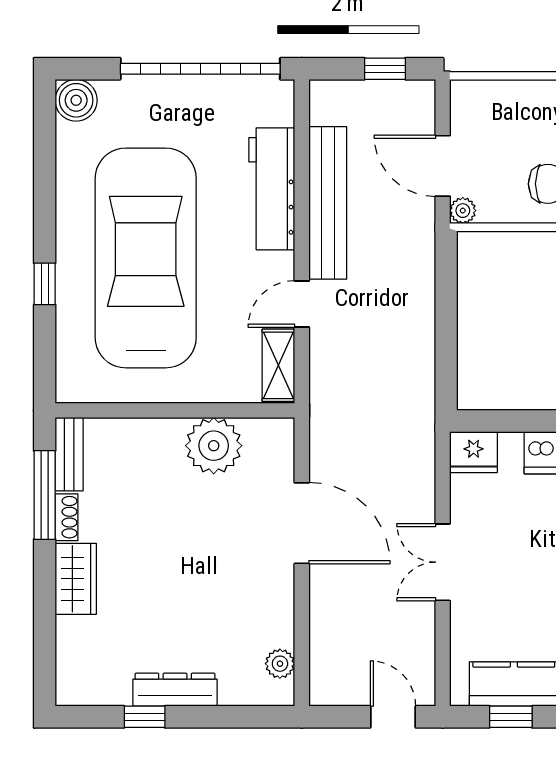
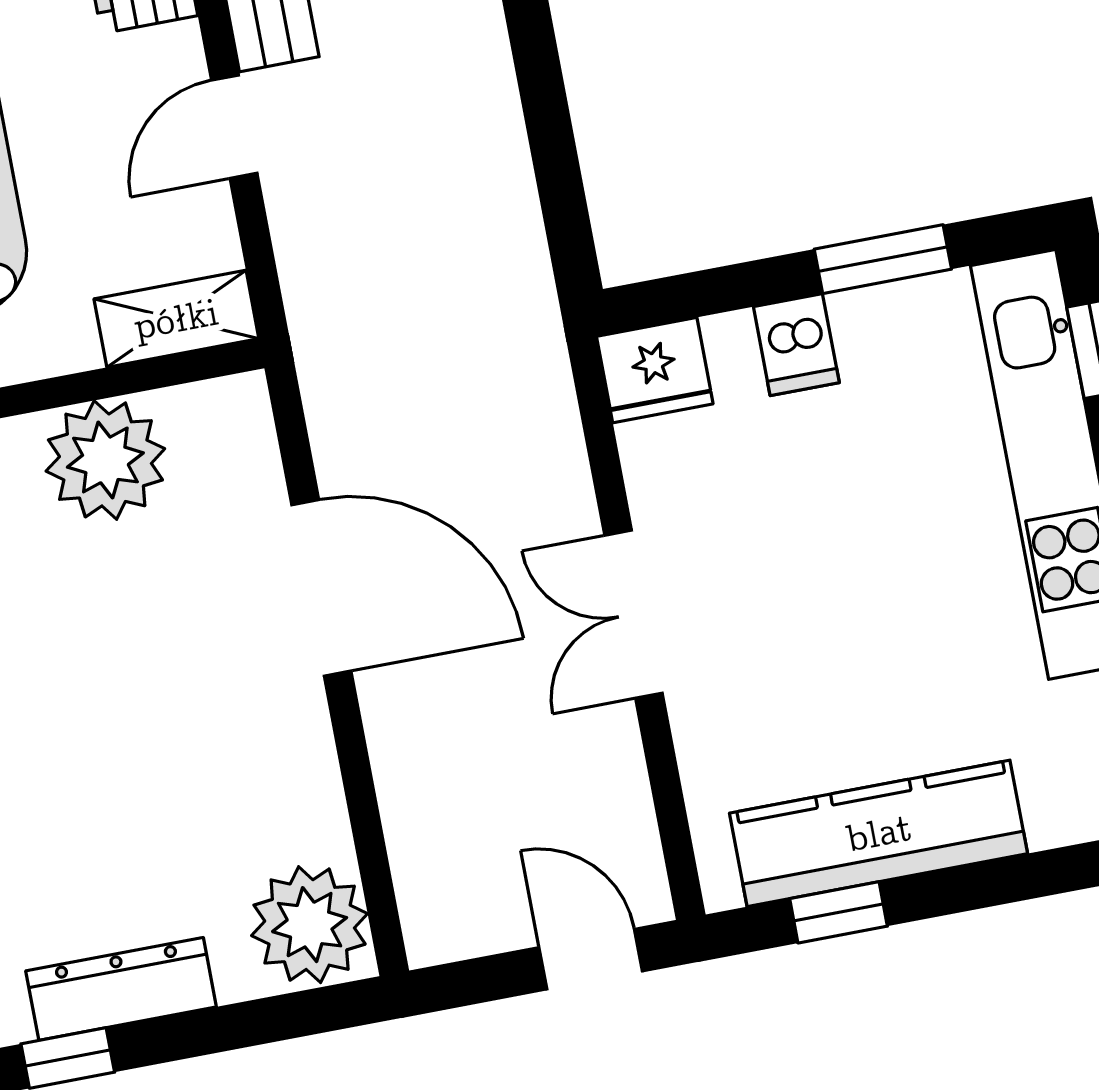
shelving: (278, 365) -> (176, 319), moved, turned 90
plant: (280, 664) -> (310, 925), width x1.87, depth x1.87

